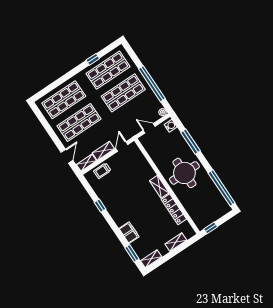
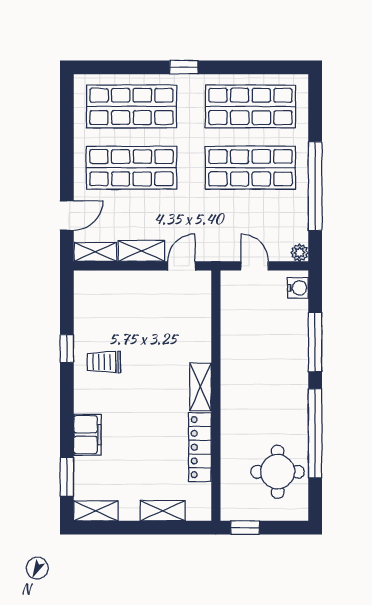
window: (93, 59) -> (184, 67), moved
trolley: (102, 171) -> (104, 362), moved
round table: (184, 173) -> (278, 472), moved, width x0.73, depth x0.73
window: (222, 188) -> (315, 433), moved

